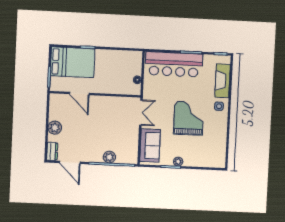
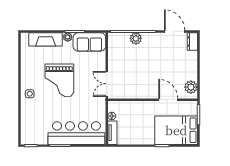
tv unit: (138, 63) -> (112, 133), added
fireplace: (223, 81) -> (46, 39), moved, turned 90
plant: (55, 128) -> (191, 87), moved
sofa: (150, 146) -> (89, 42), moved, turned -90

